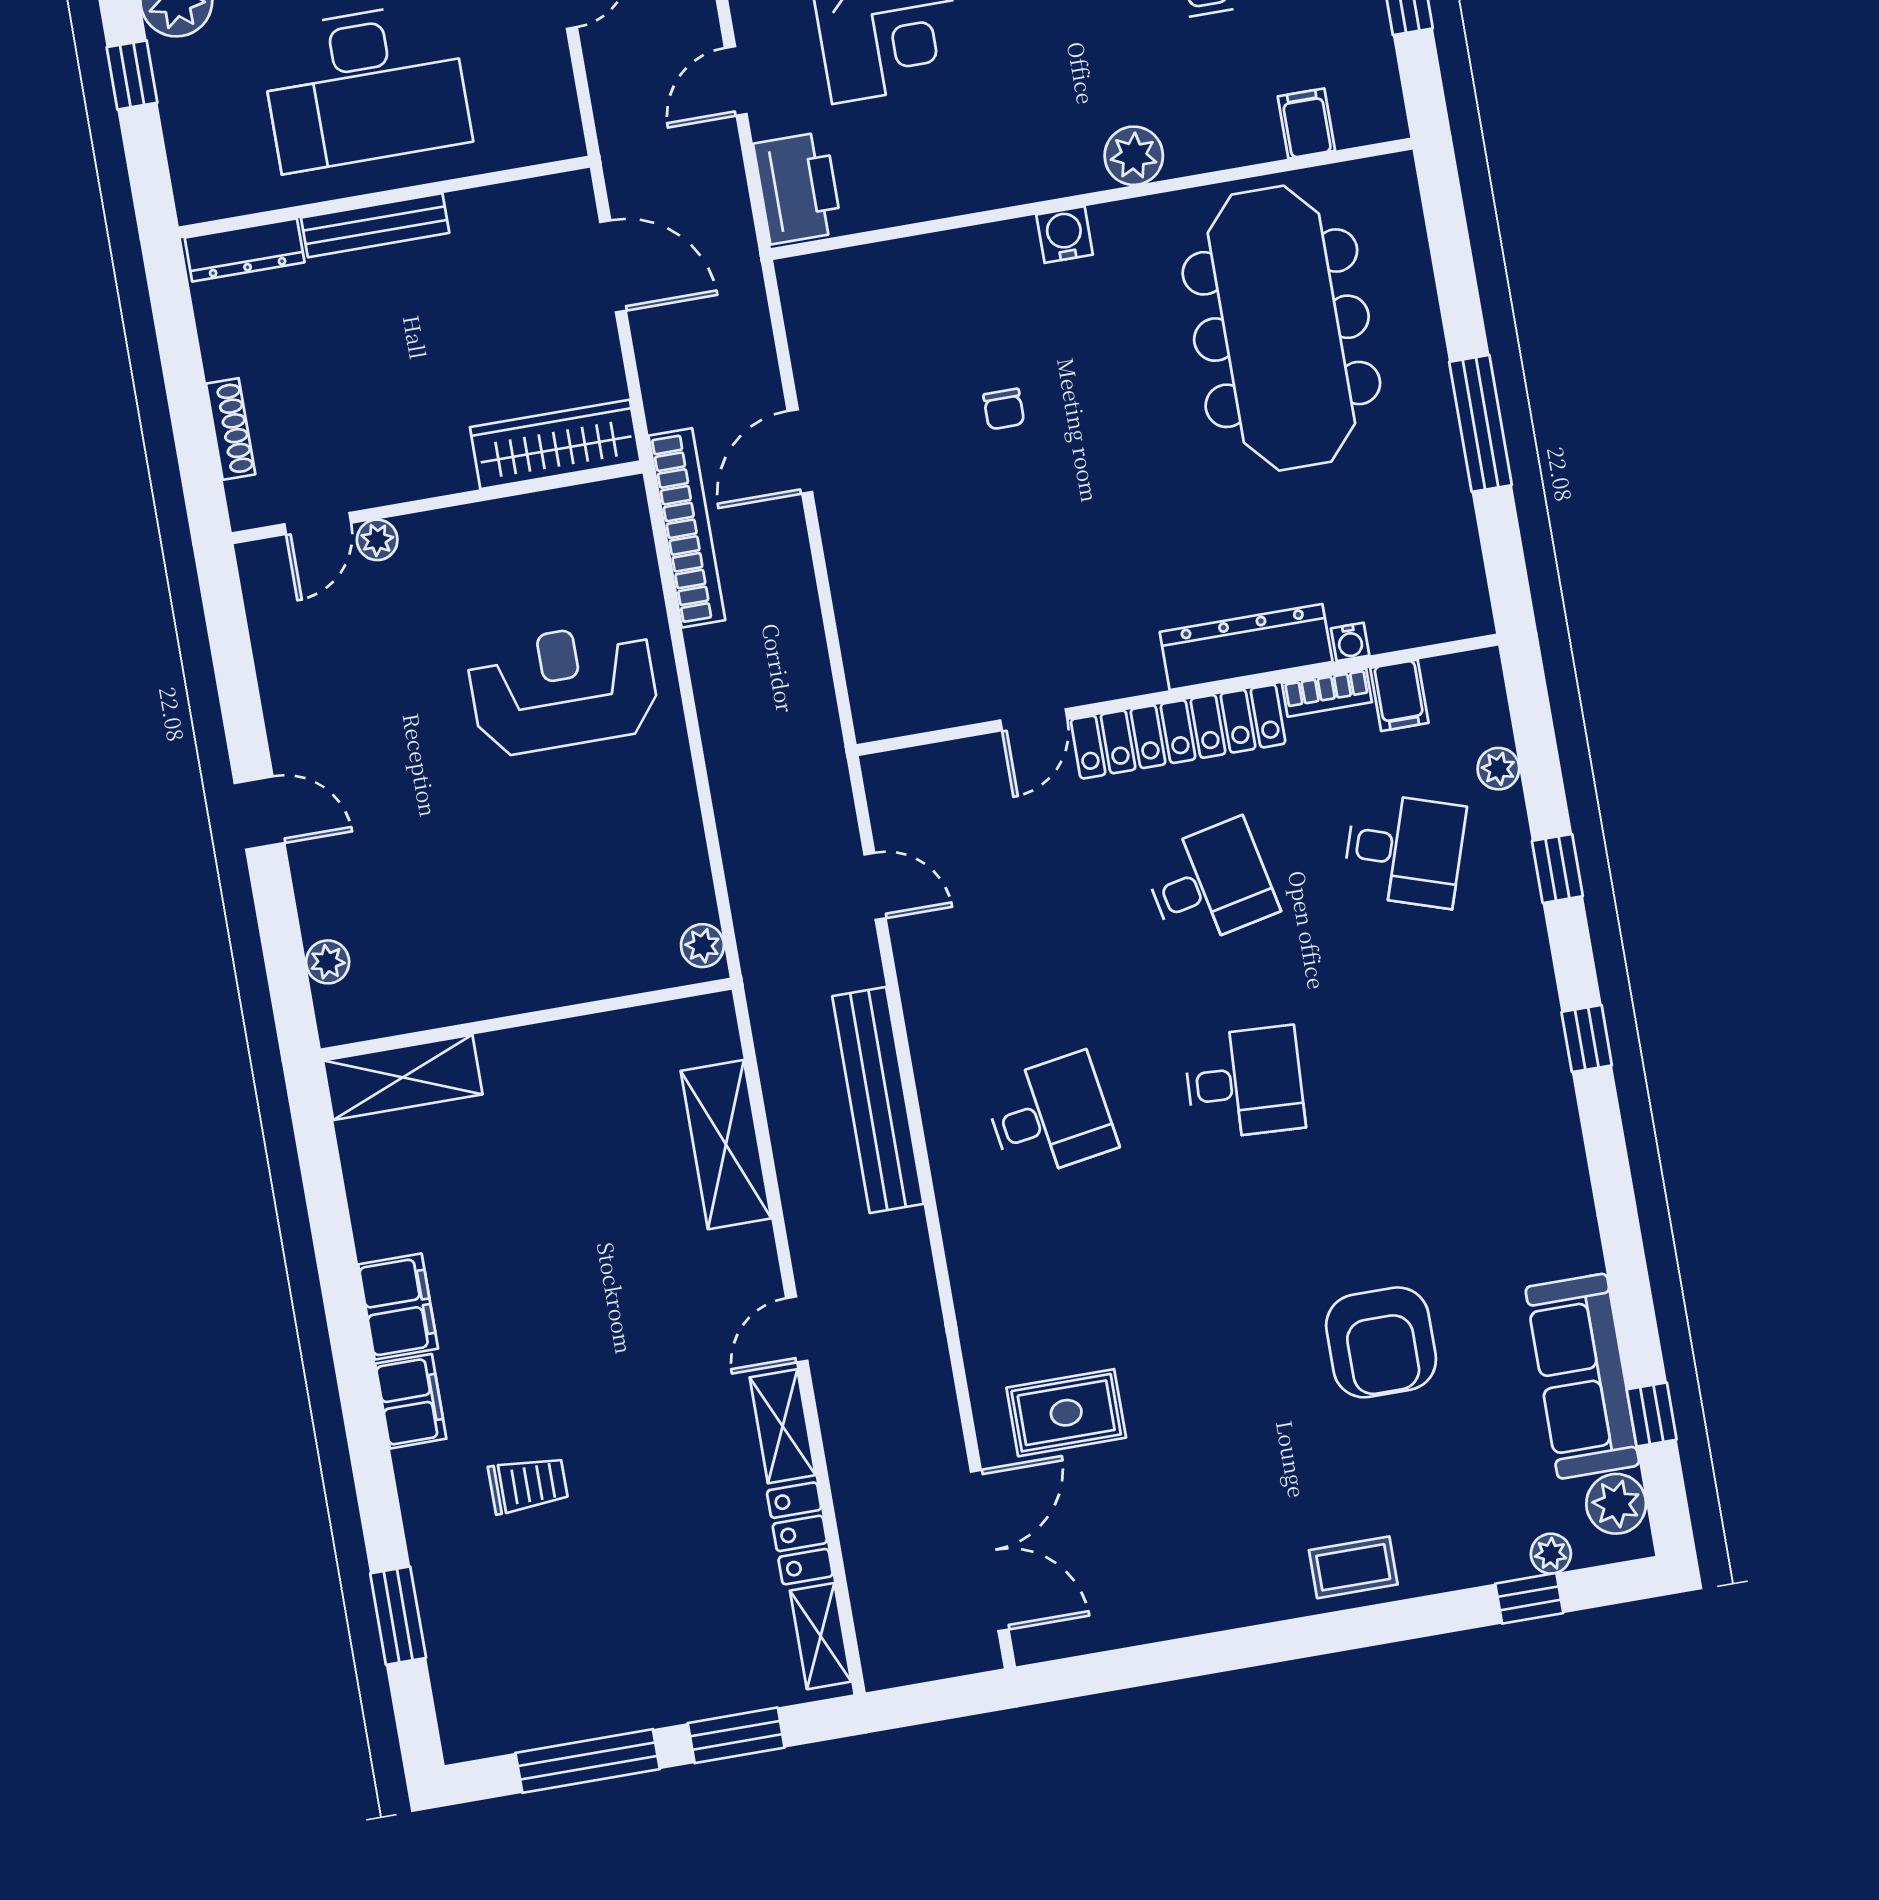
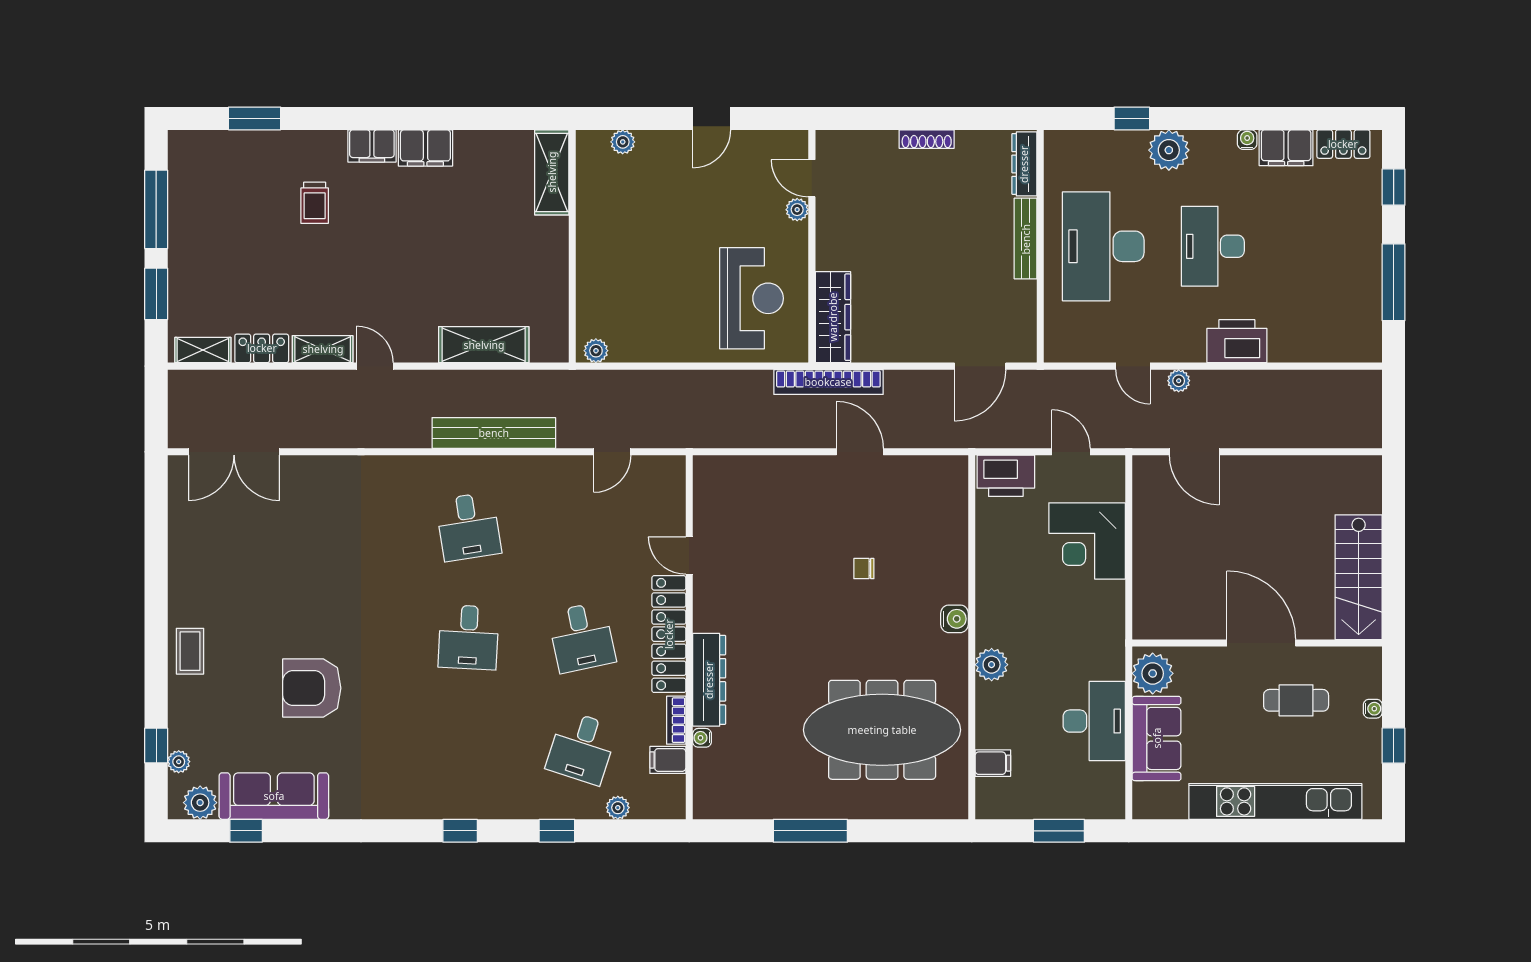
wardrobe: (555, 444) -> (833, 317), moved
wall: (437, 503) -> (812, 246), moved
door: (318, 523) -> (812, 178), moved
plant: (377, 540) -> (797, 210), moved
rug: (1066, 1413) -> (303, 507), removed

